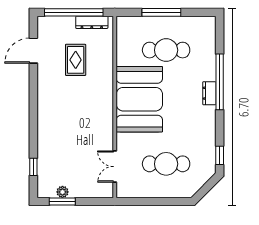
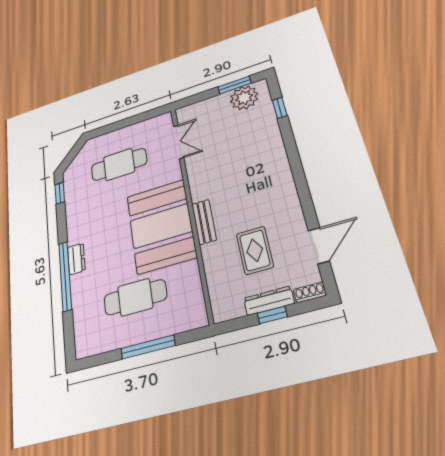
window: (74, 12) -> (272, 315), width x0.32
shoe rack: (47, 21) -> (310, 292), added
dresser: (92, 22) -> (269, 301), moved
bench: (107, 92) -> (204, 222), added
plant: (62, 192) -> (244, 98), width x1.87, depth x1.87

